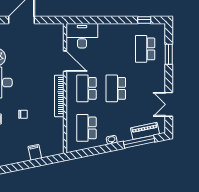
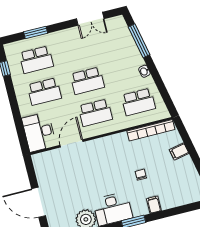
school desk: (116, 49) -> (44, 92), added
bookcase: (59, 96) -> (151, 130), moved
piano: (145, 131) -> (126, 37), removed

